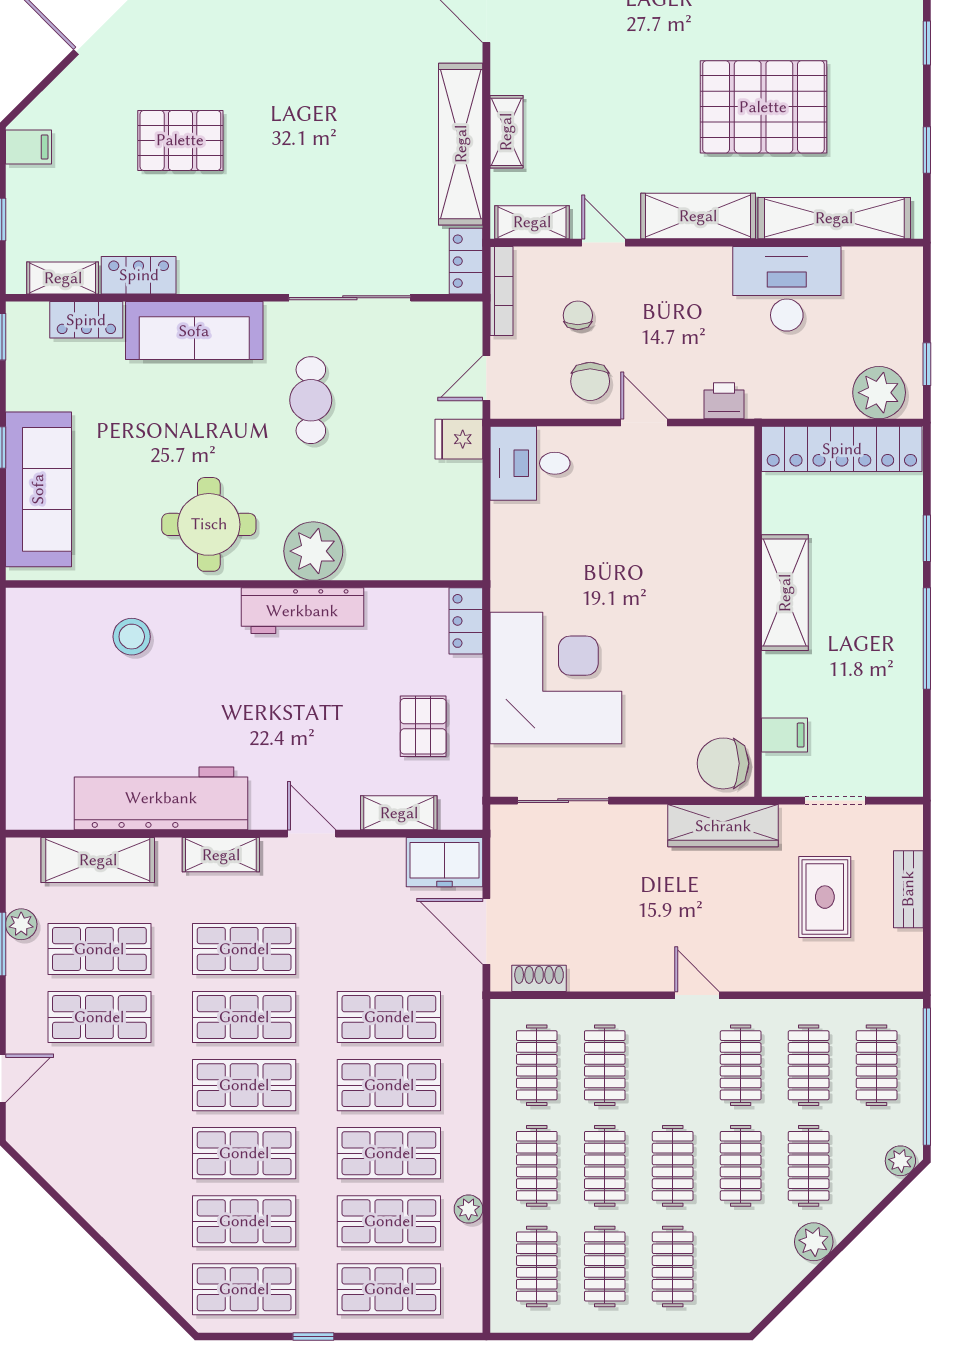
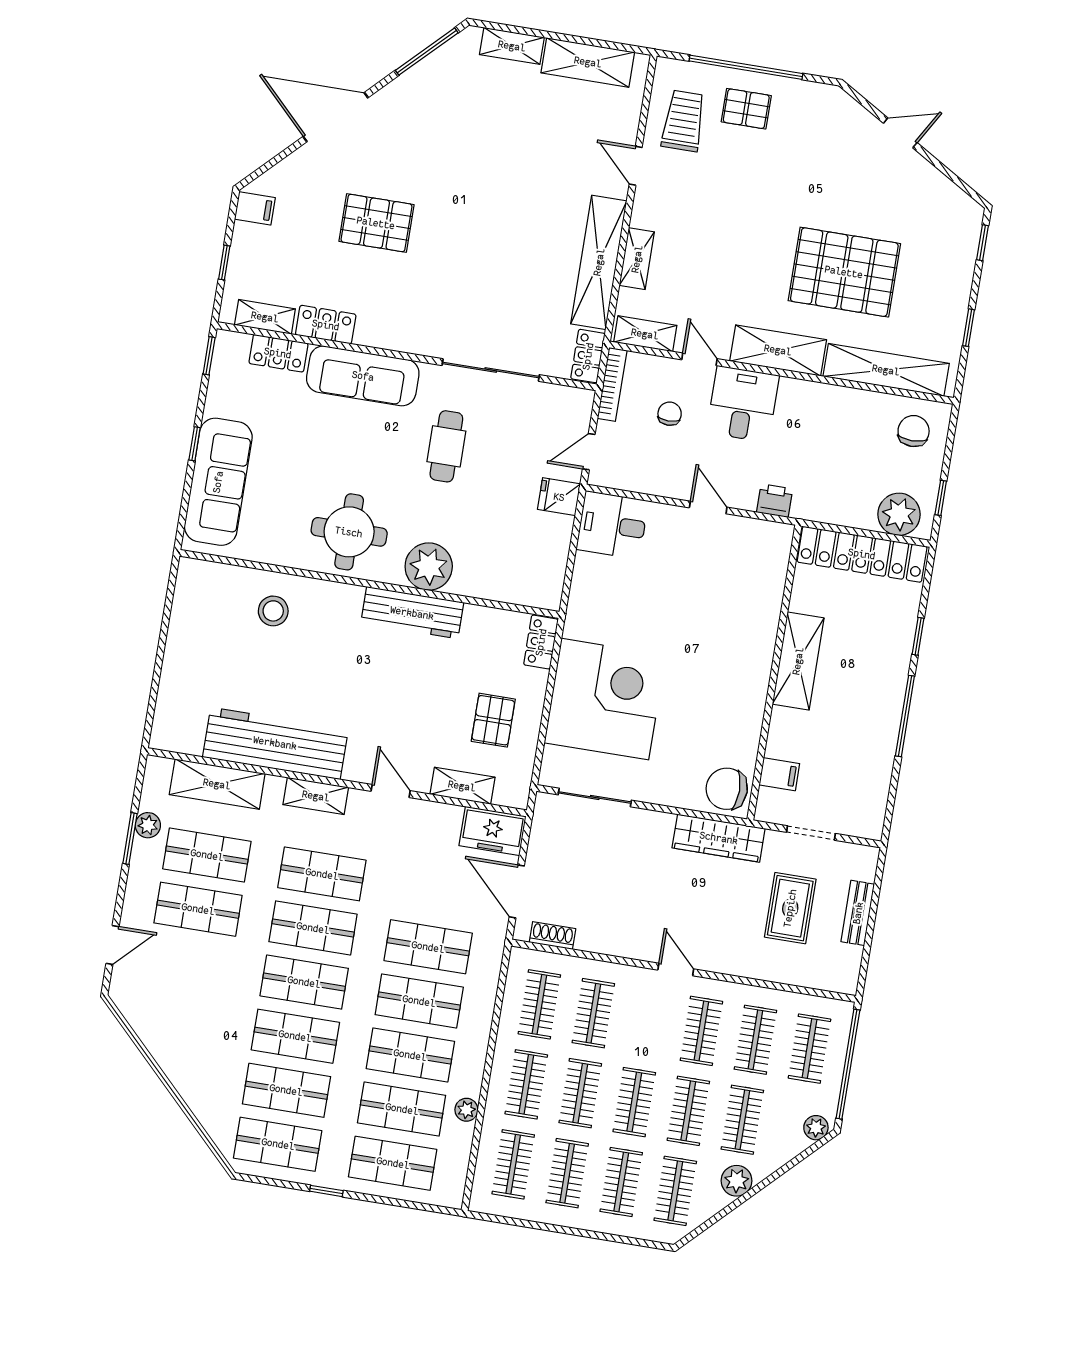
desk: (787, 289) -> (743, 404), moved, width x0.73
chair: (590, 381) -> (914, 431), moved, turned 180
clothes rail: (741, 1267) -> (675, 1191), added

